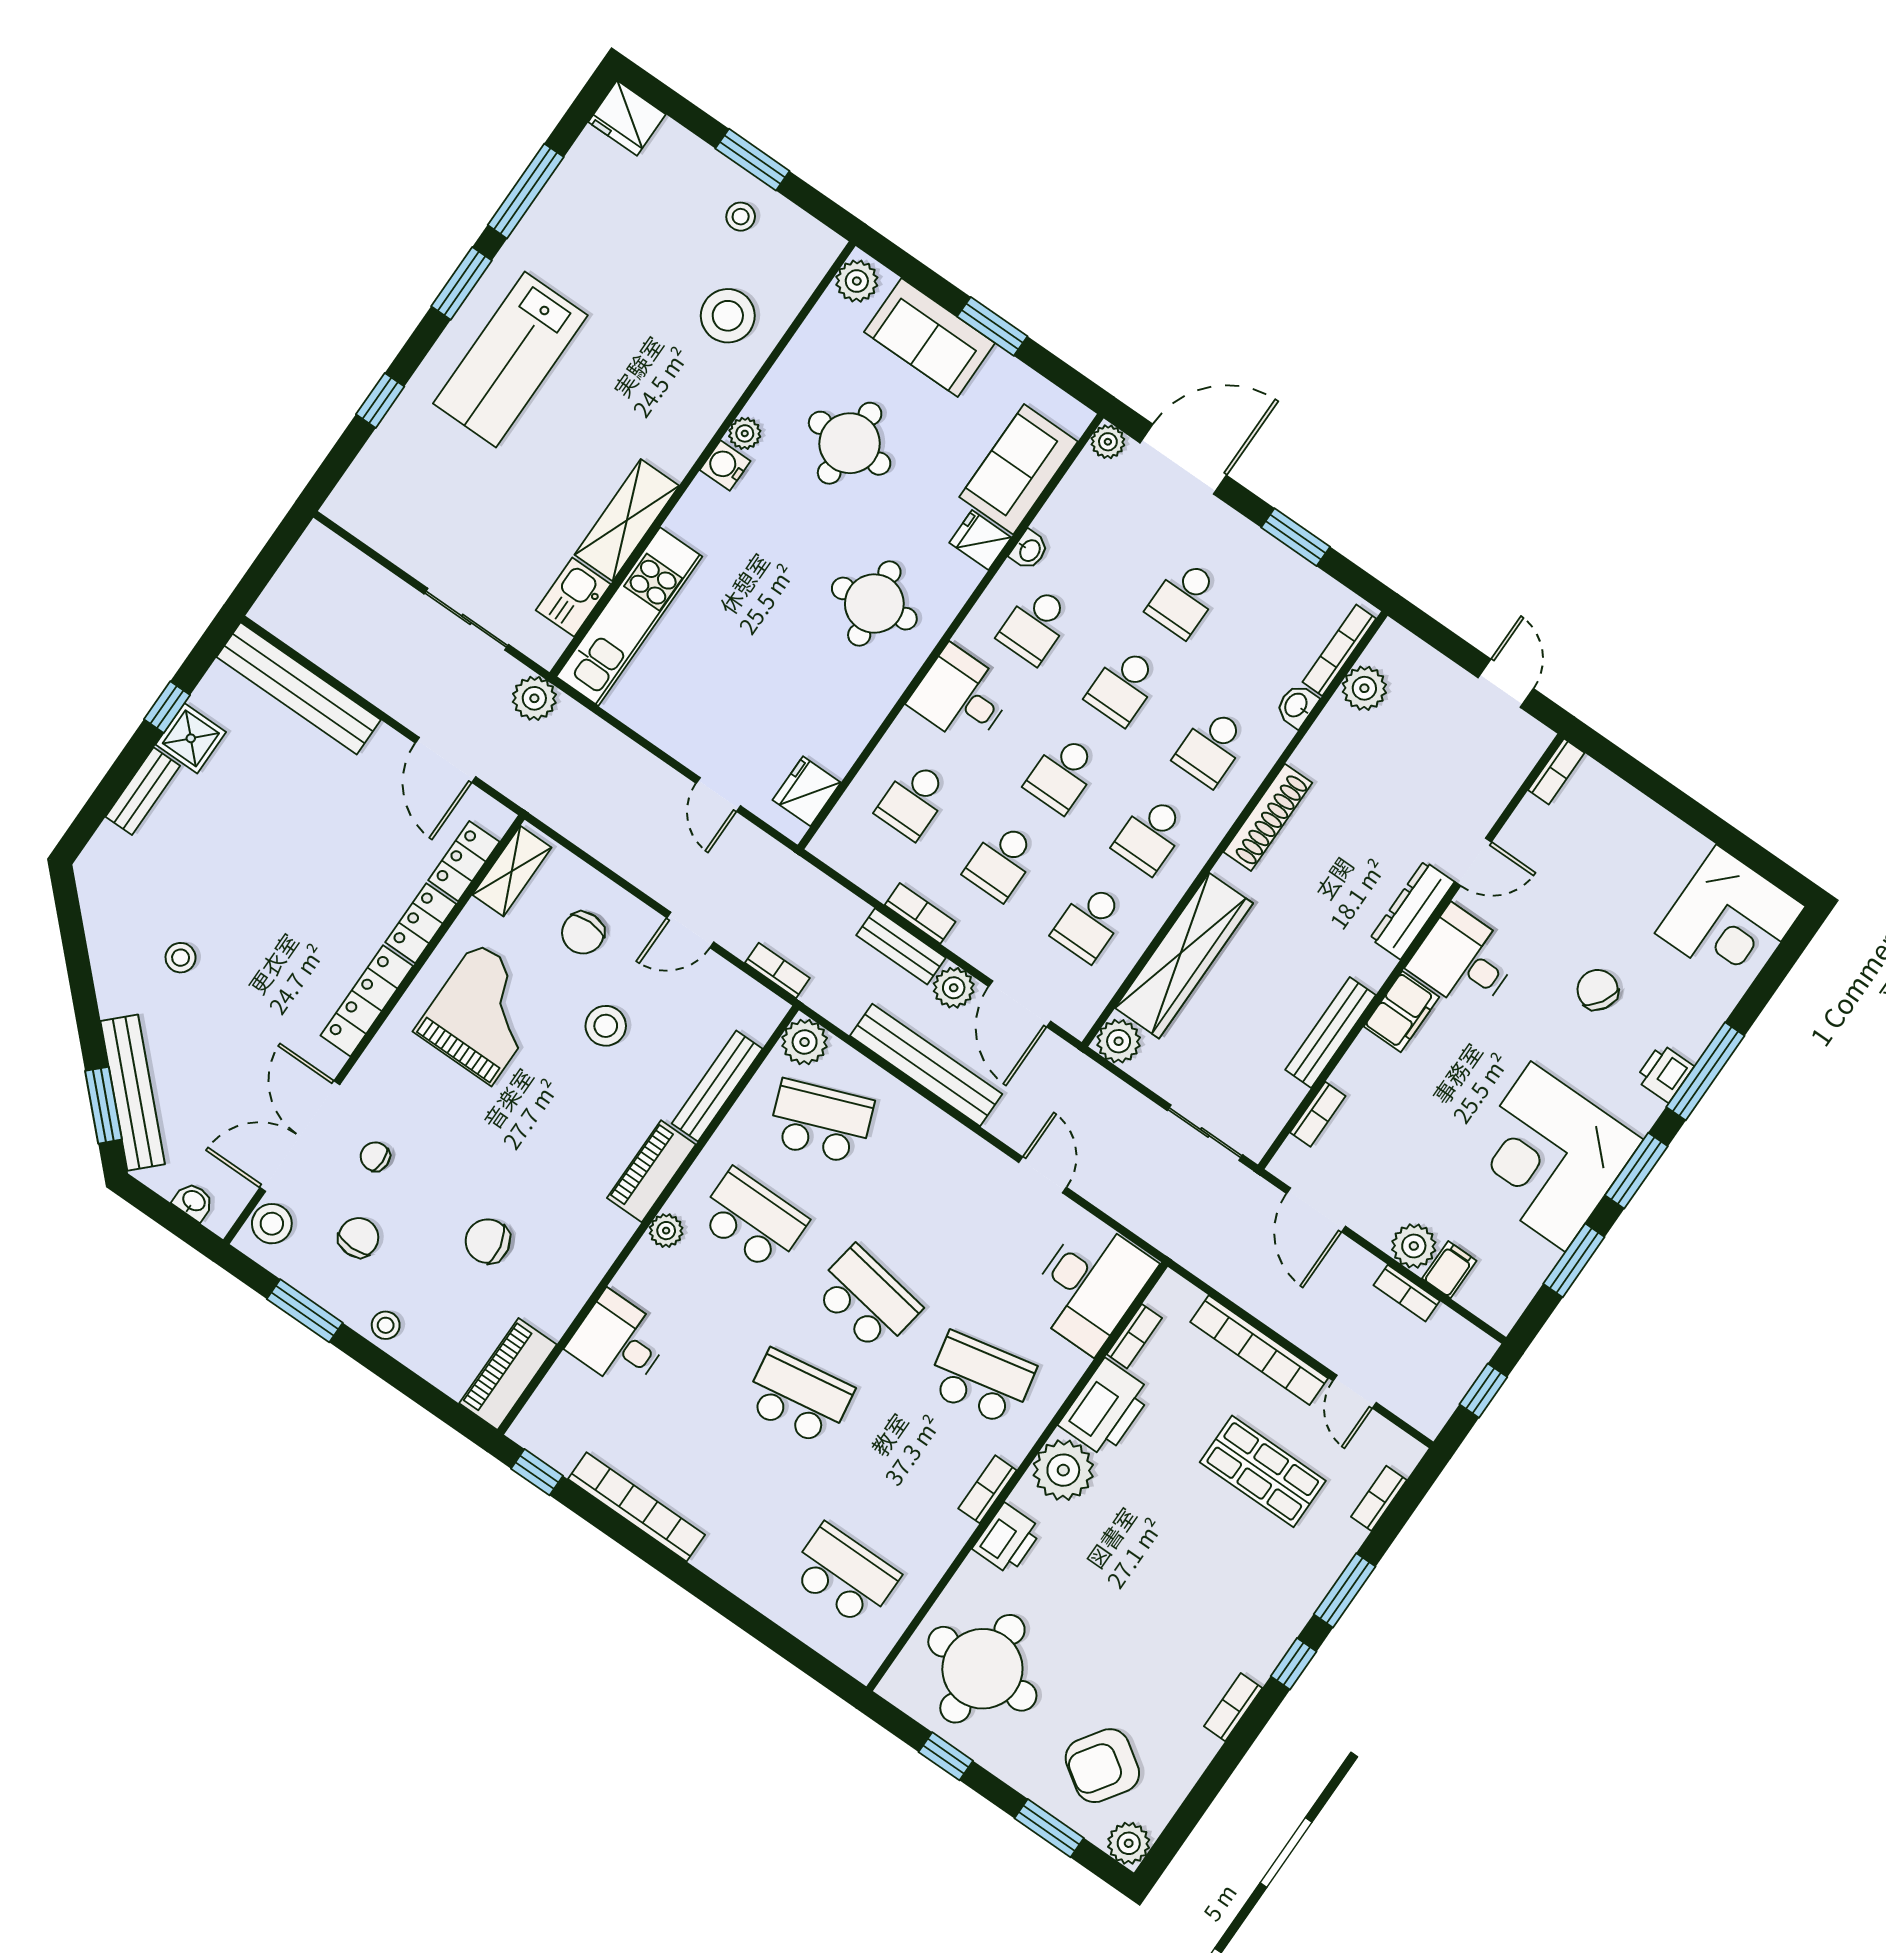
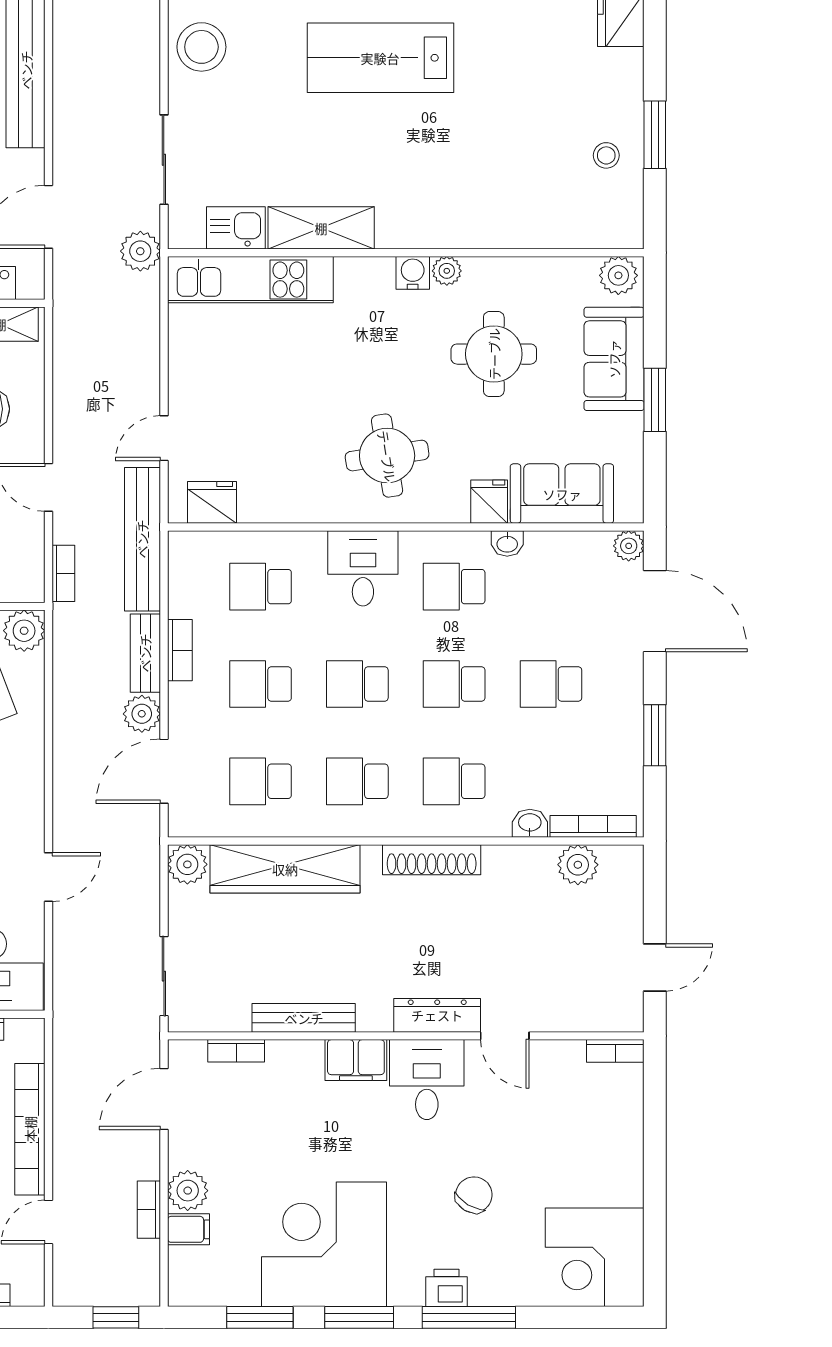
stool: (728, 316) -> (201, 47), moved
bench: (926, 1065) -> (142, 539), moved

